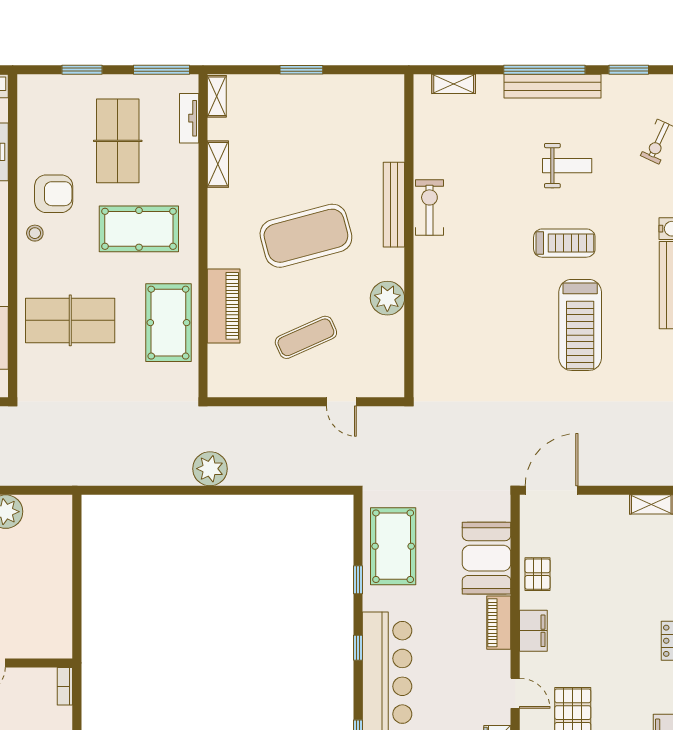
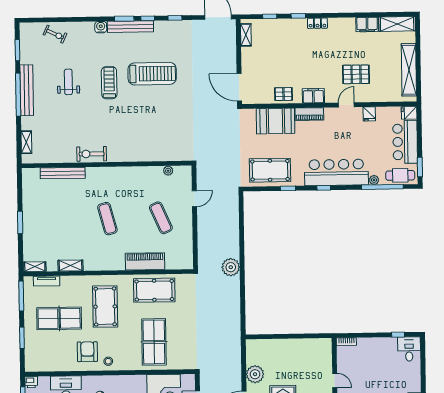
bench: (394, 205) -> (63, 173), moved
exercise mat: (306, 236) -> (107, 219), width x0.50, depth x0.69
plant: (387, 298) -> (168, 171), moved, width x0.53, depth x0.53

